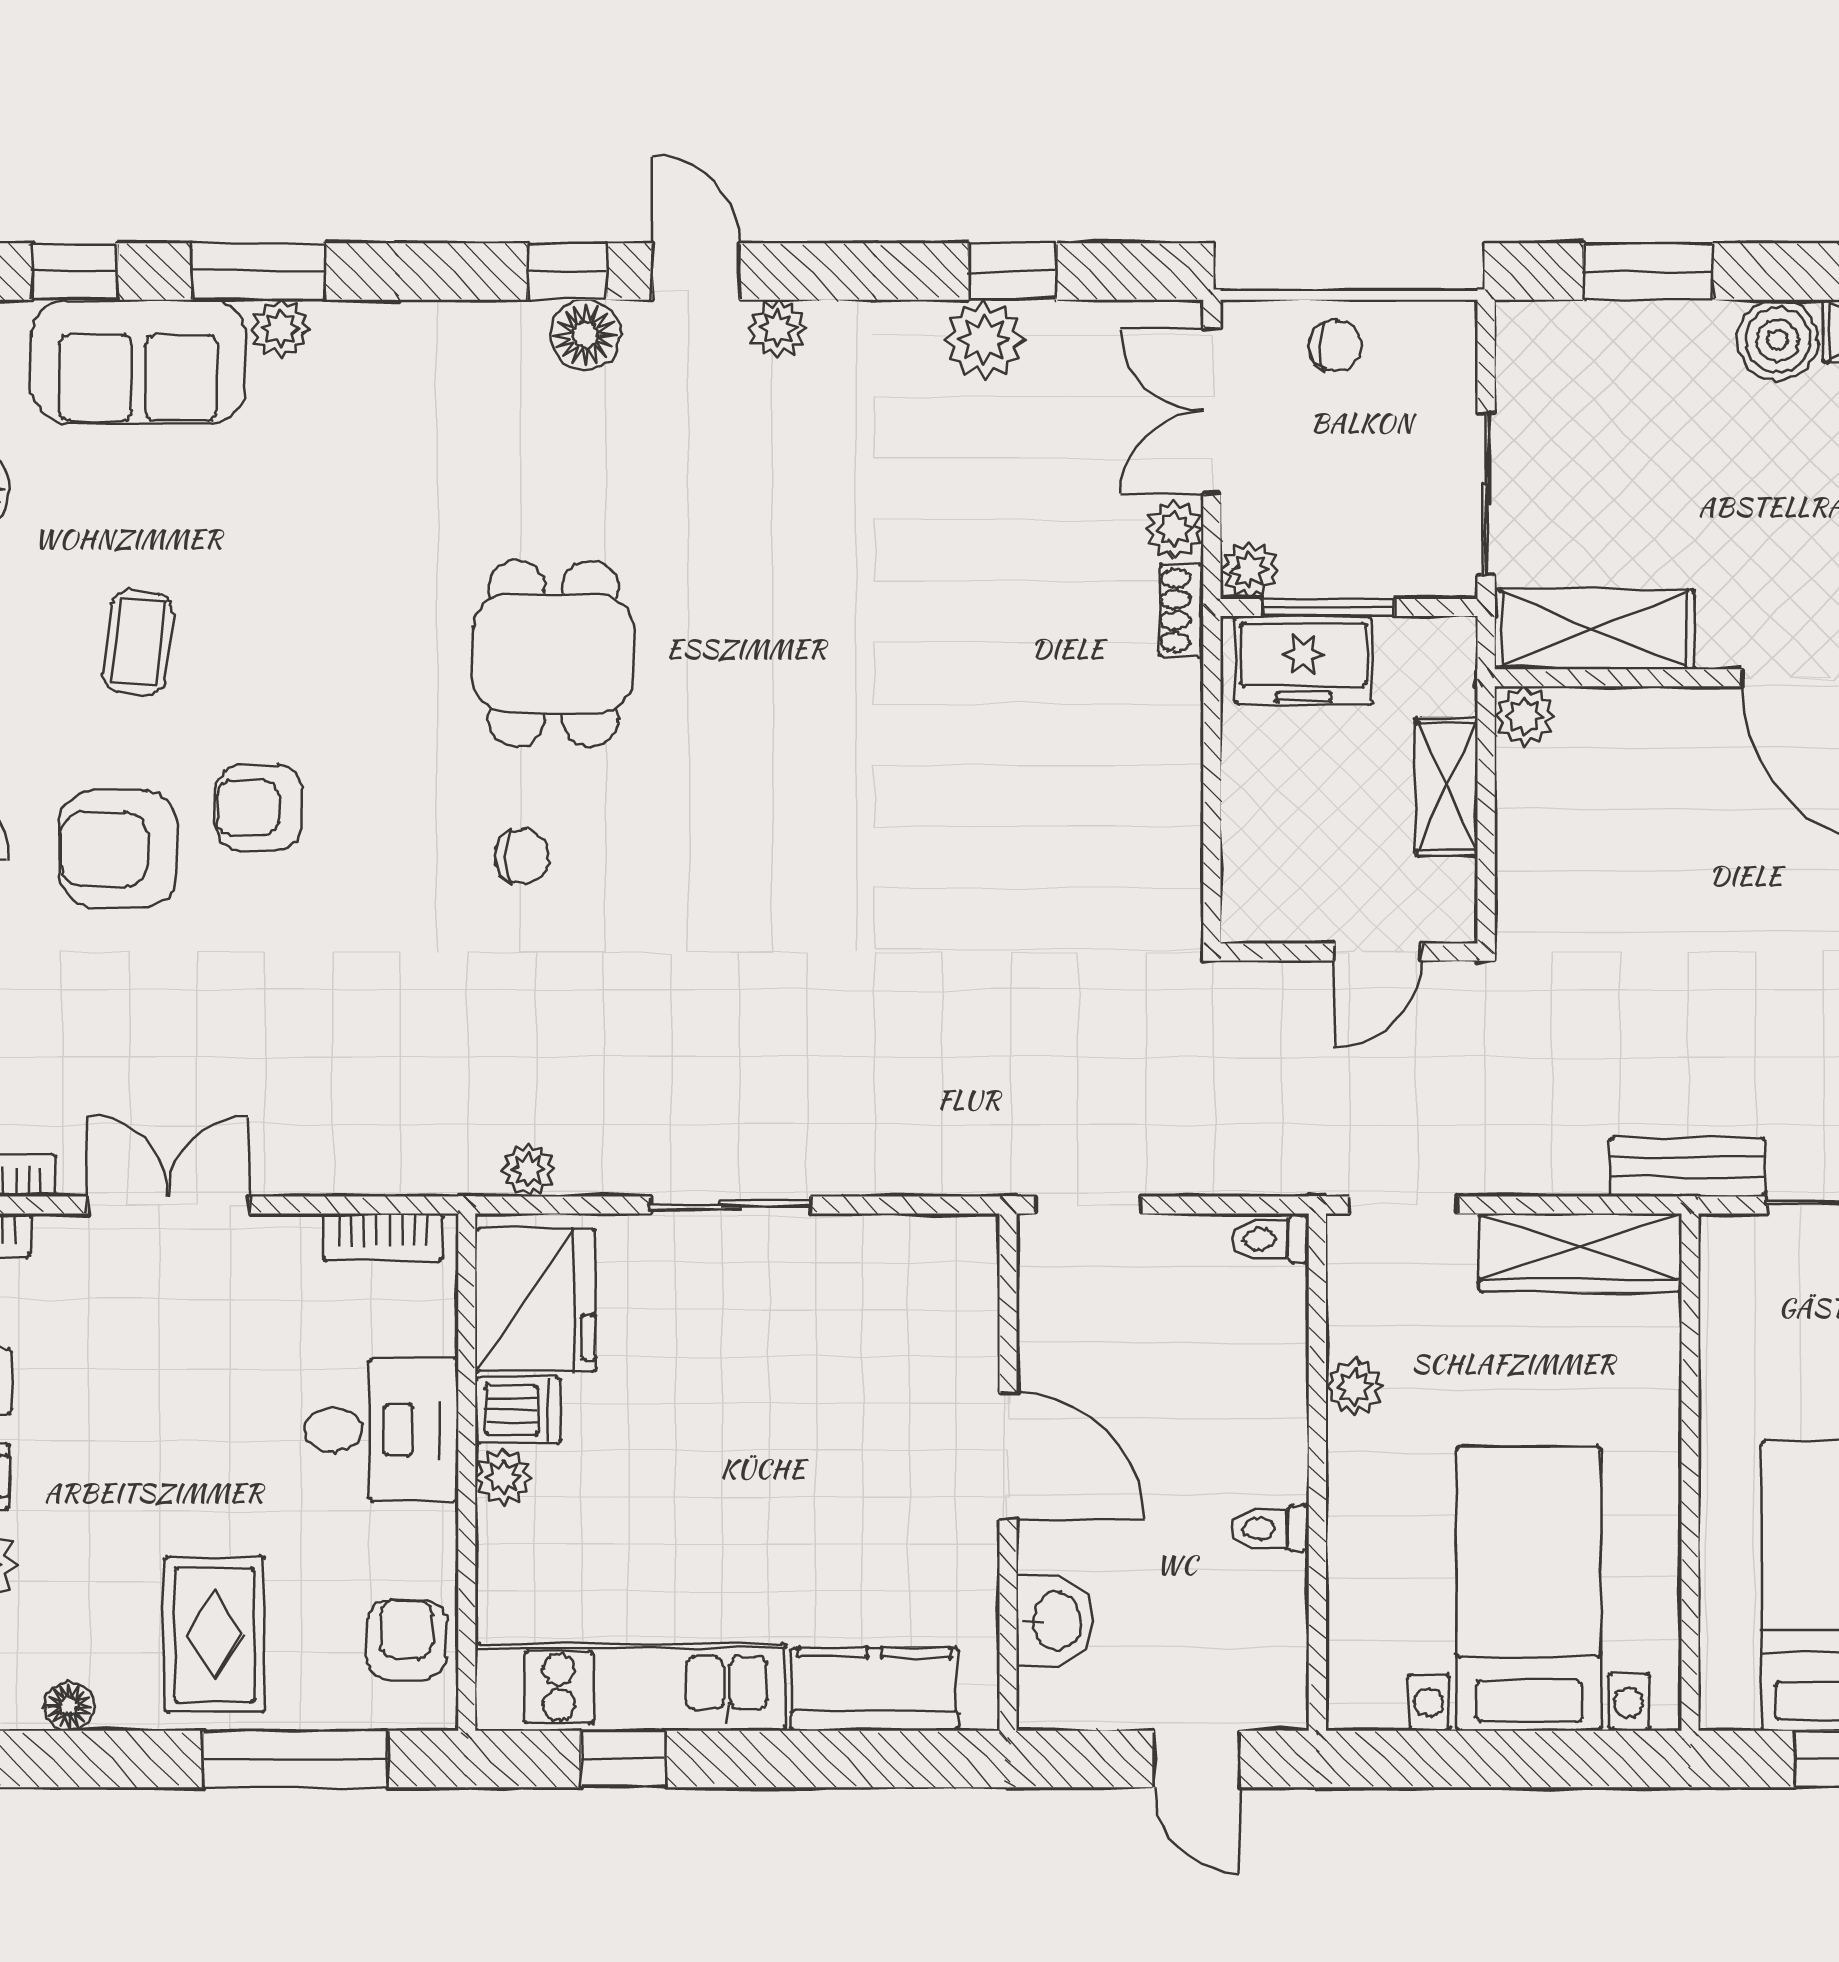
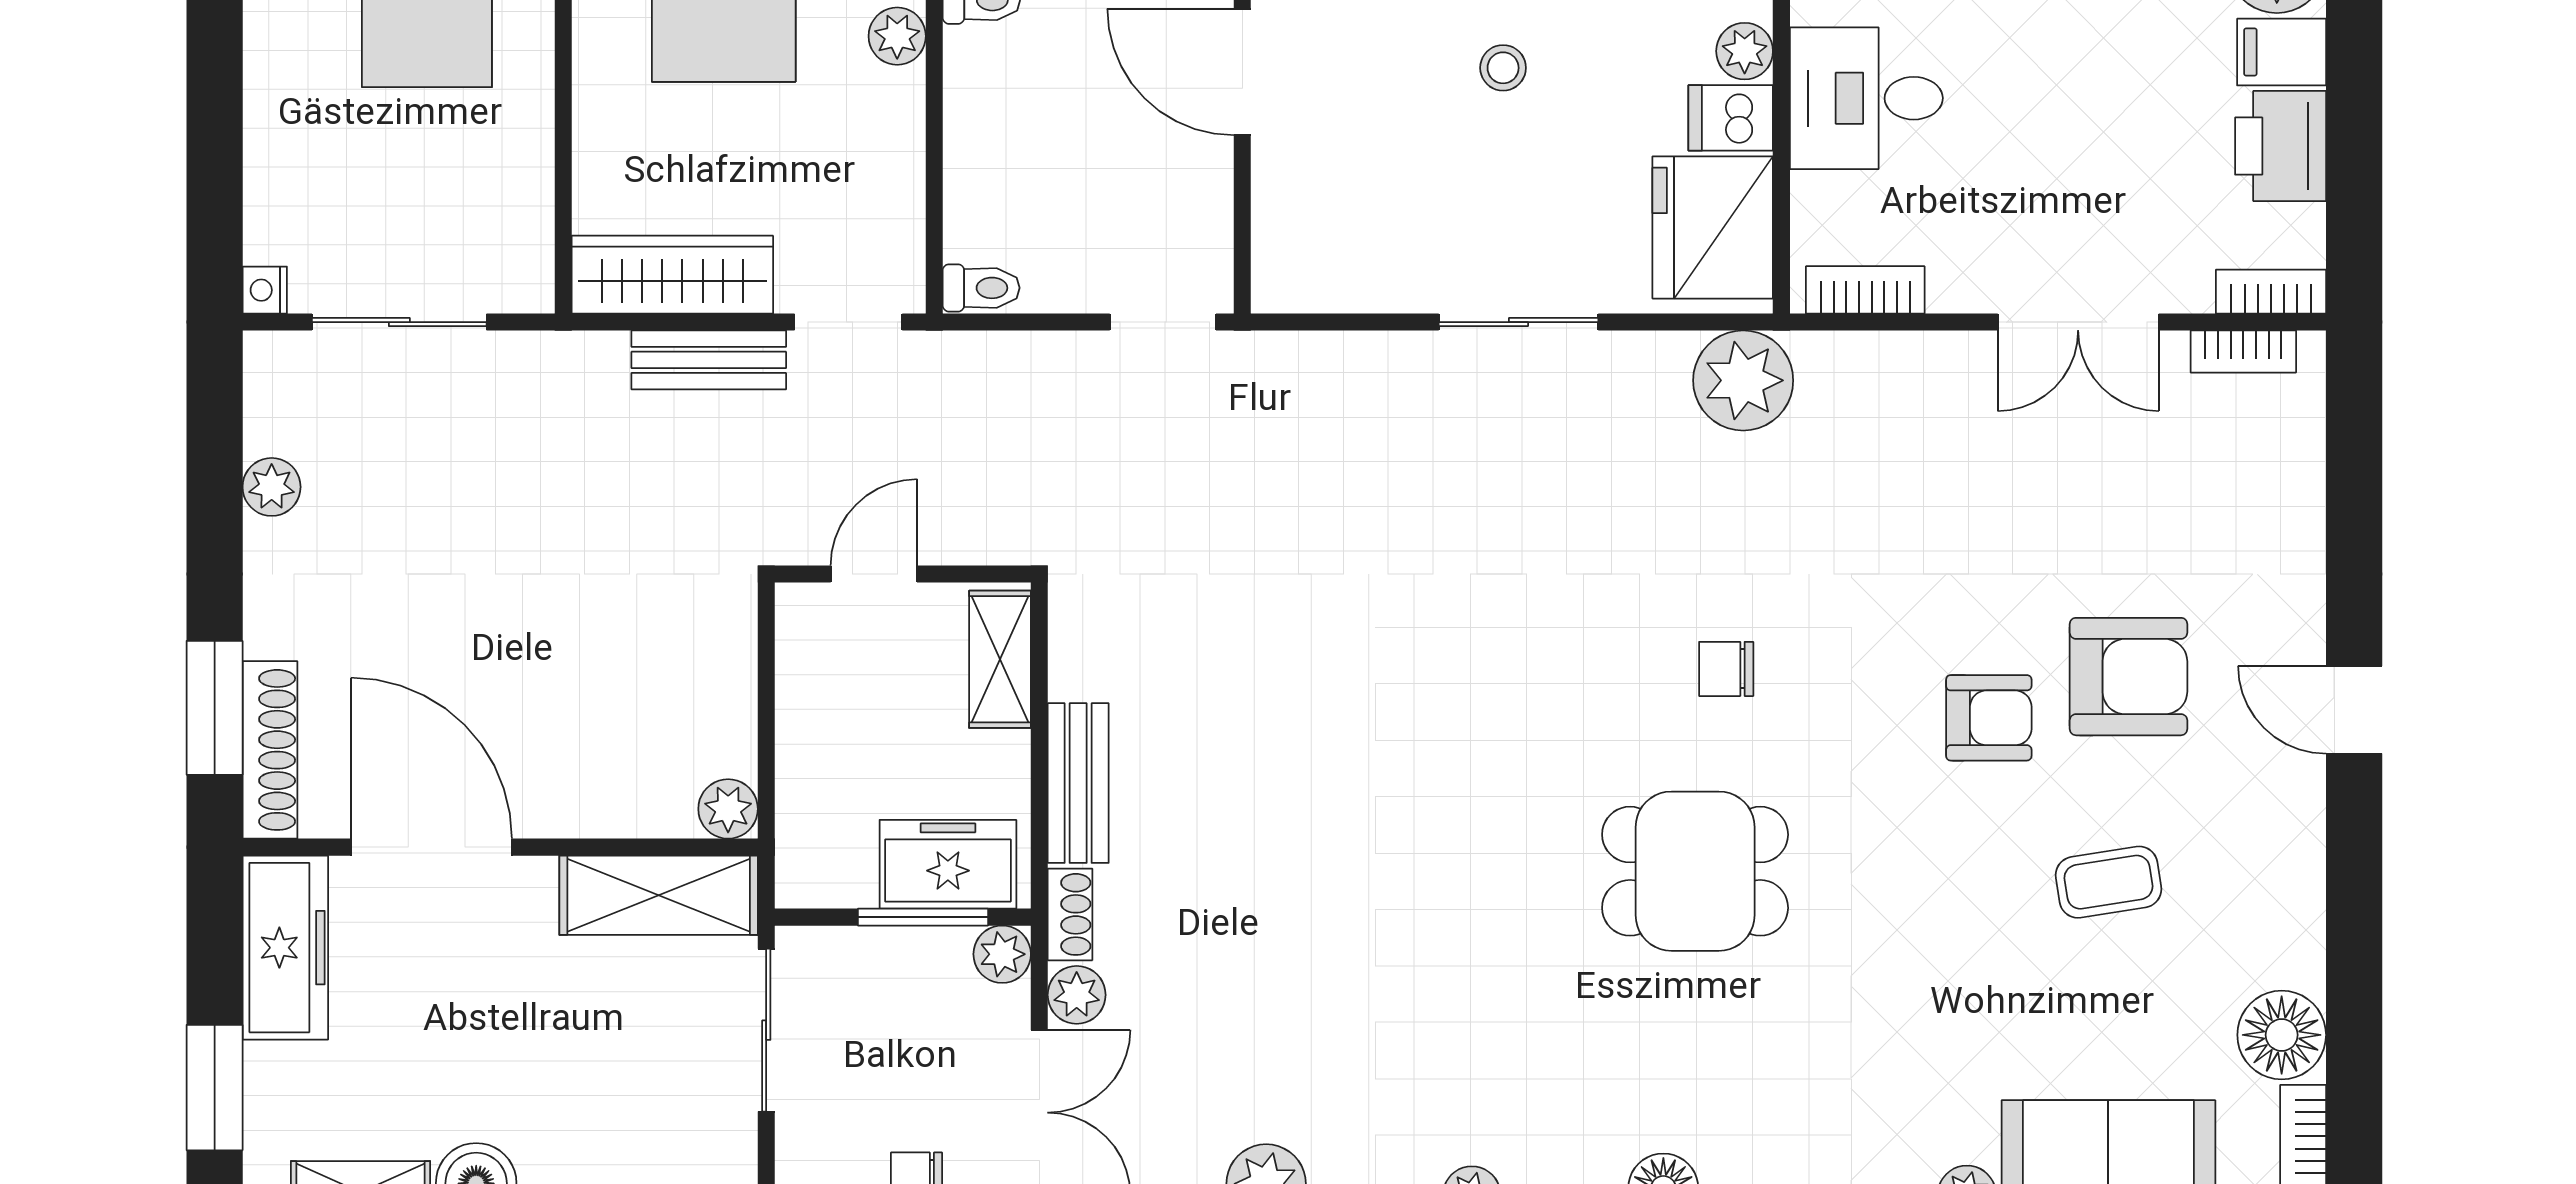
coffee table: (138, 643) -> (2108, 882), turned 74
dining table: (553, 654) -> (1695, 871), turned 90
bench: (1173, 742) -> (1078, 783), added
shelving: (1447, 787) -> (1000, 659), moved
bench: (1687, 1167) -> (709, 360), moved
plant: (529, 1170) -> (1743, 380), width x1.88, depth x1.88
plant: (1355, 1387) -> (897, 36), moved
stool: (746, 1460) -> (1503, 68), added

